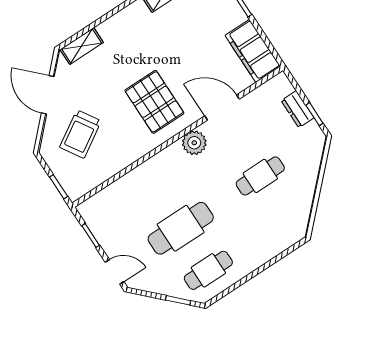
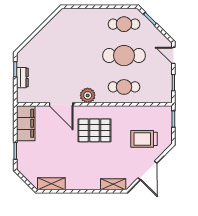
pallet: (154, 102) -> (94, 130), turned 90
trolley: (80, 134) -> (144, 139), turned -148
cafe table: (260, 176) -> (124, 87), moved

